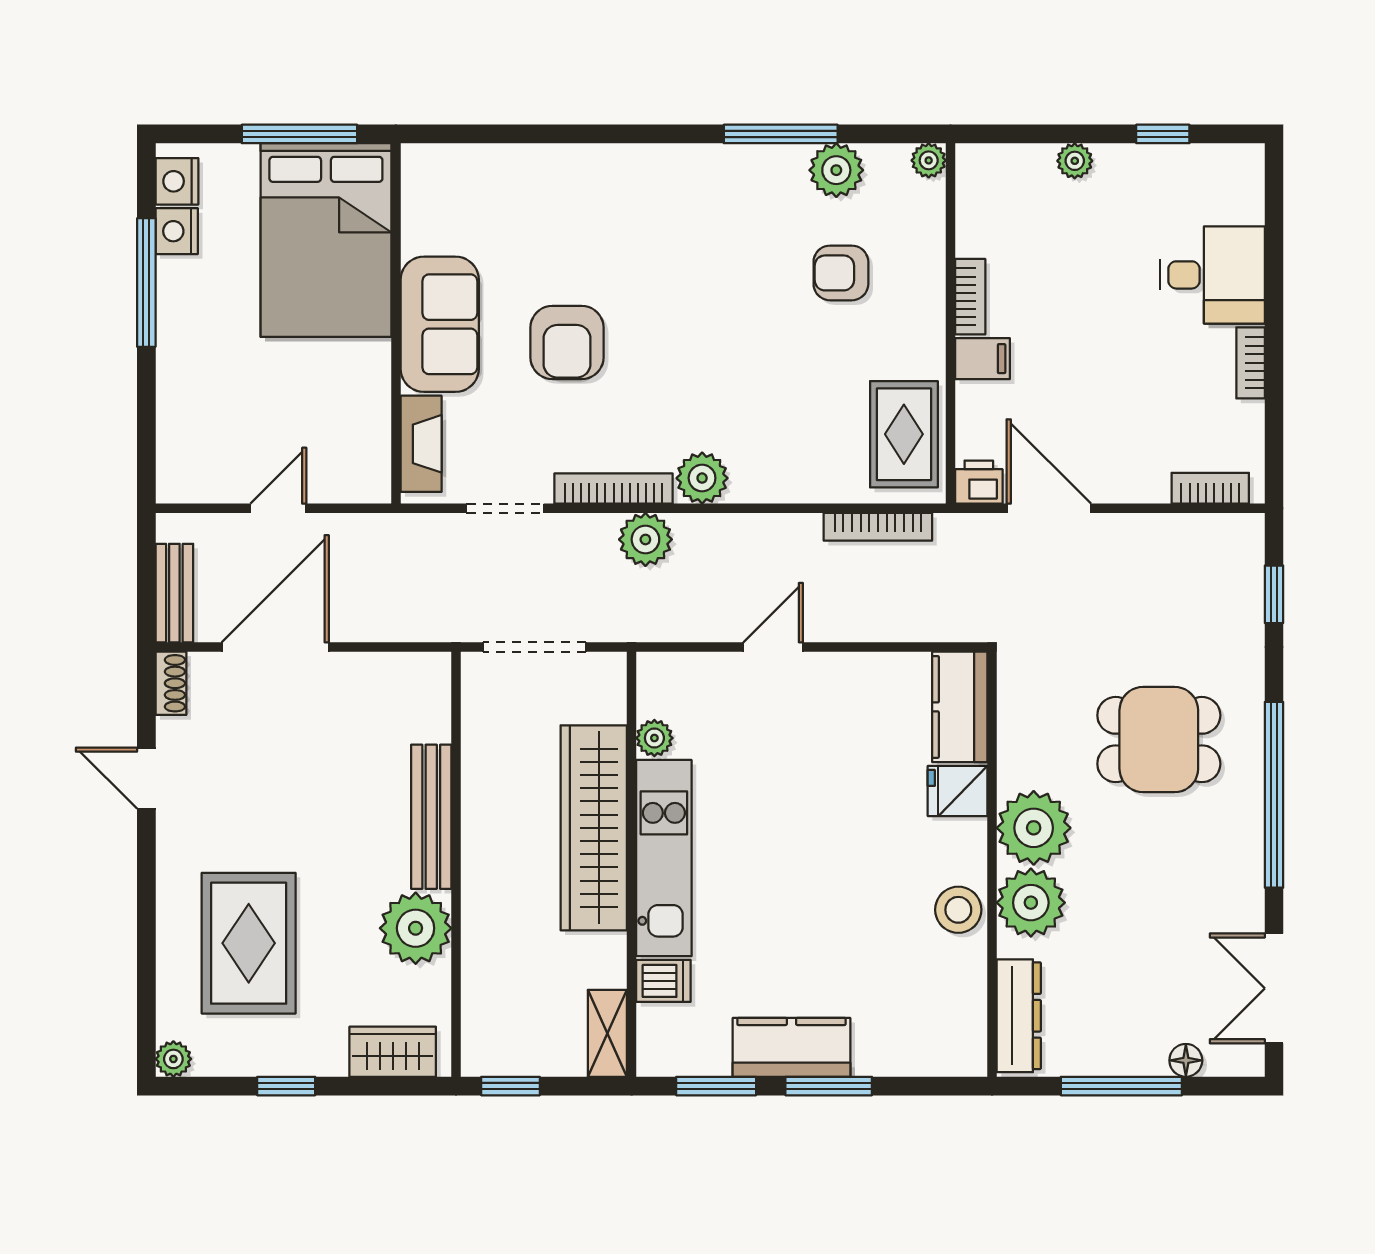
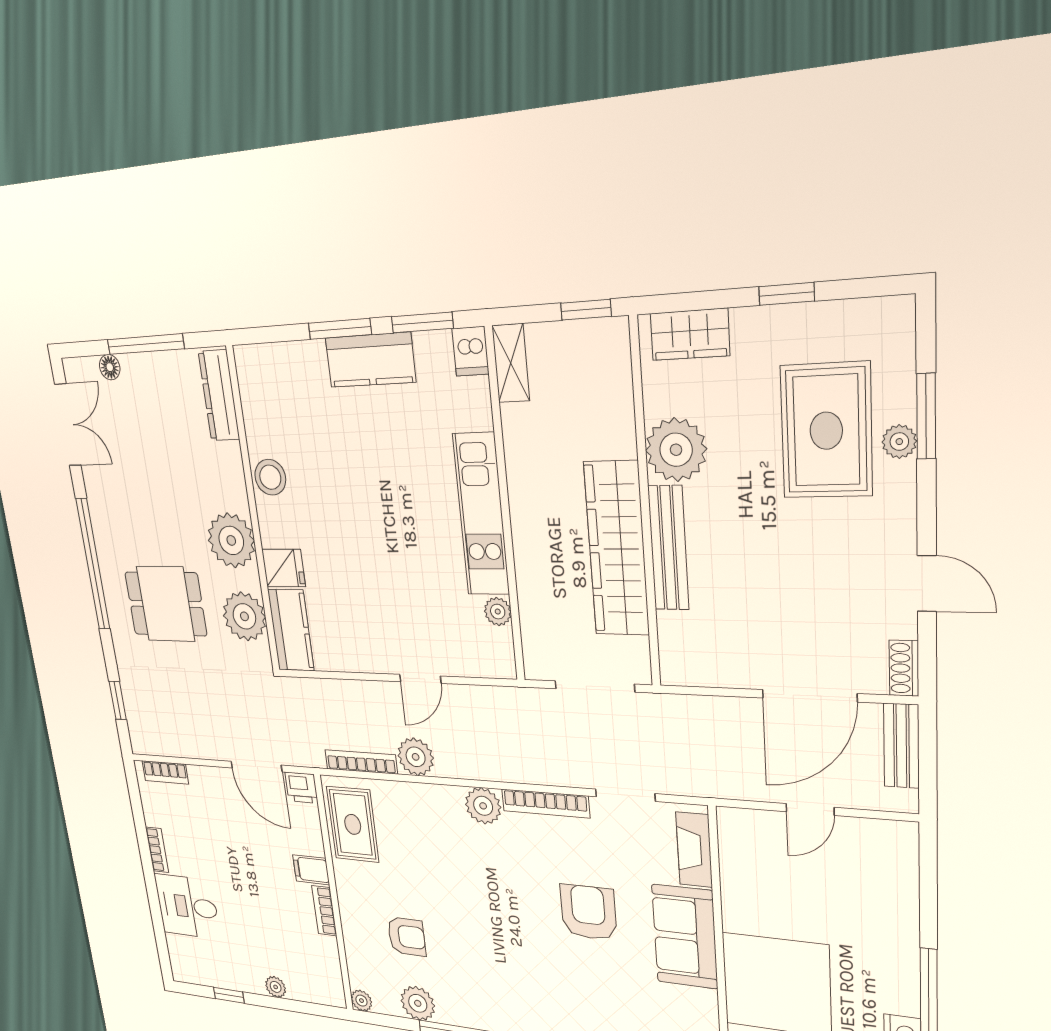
plant: (645, 539) -> (416, 757), moved
wardrobe: (594, 828) -> (617, 549), moved, turned 180
plant: (1031, 903) -> (244, 616), moved
window: (146, 954) -> (926, 416), added
dishwasher: (663, 981) -> (470, 351), moved, turned -90
plant: (173, 1059) -> (899, 442), moved

